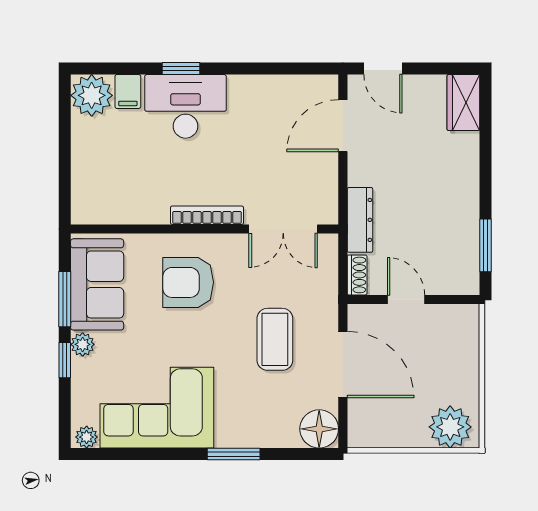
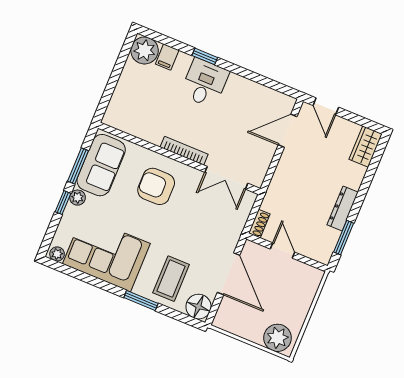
desk: (185, 106) -> (205, 83), width x0.73
dresser: (360, 220) -> (343, 208), moved, turned 180
coffee table: (275, 339) -> (171, 279), moved

